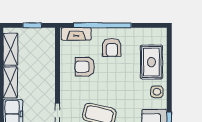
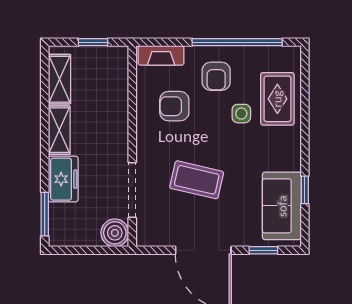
window: (102, 25) -> (237, 42), moved
side table: (157, 92) -> (241, 114), moved

